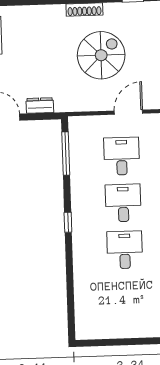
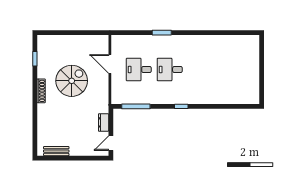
spiral stairs: (101, 55) -> (72, 81), turned 90
desk: (125, 250) -> (201, 69), removed

